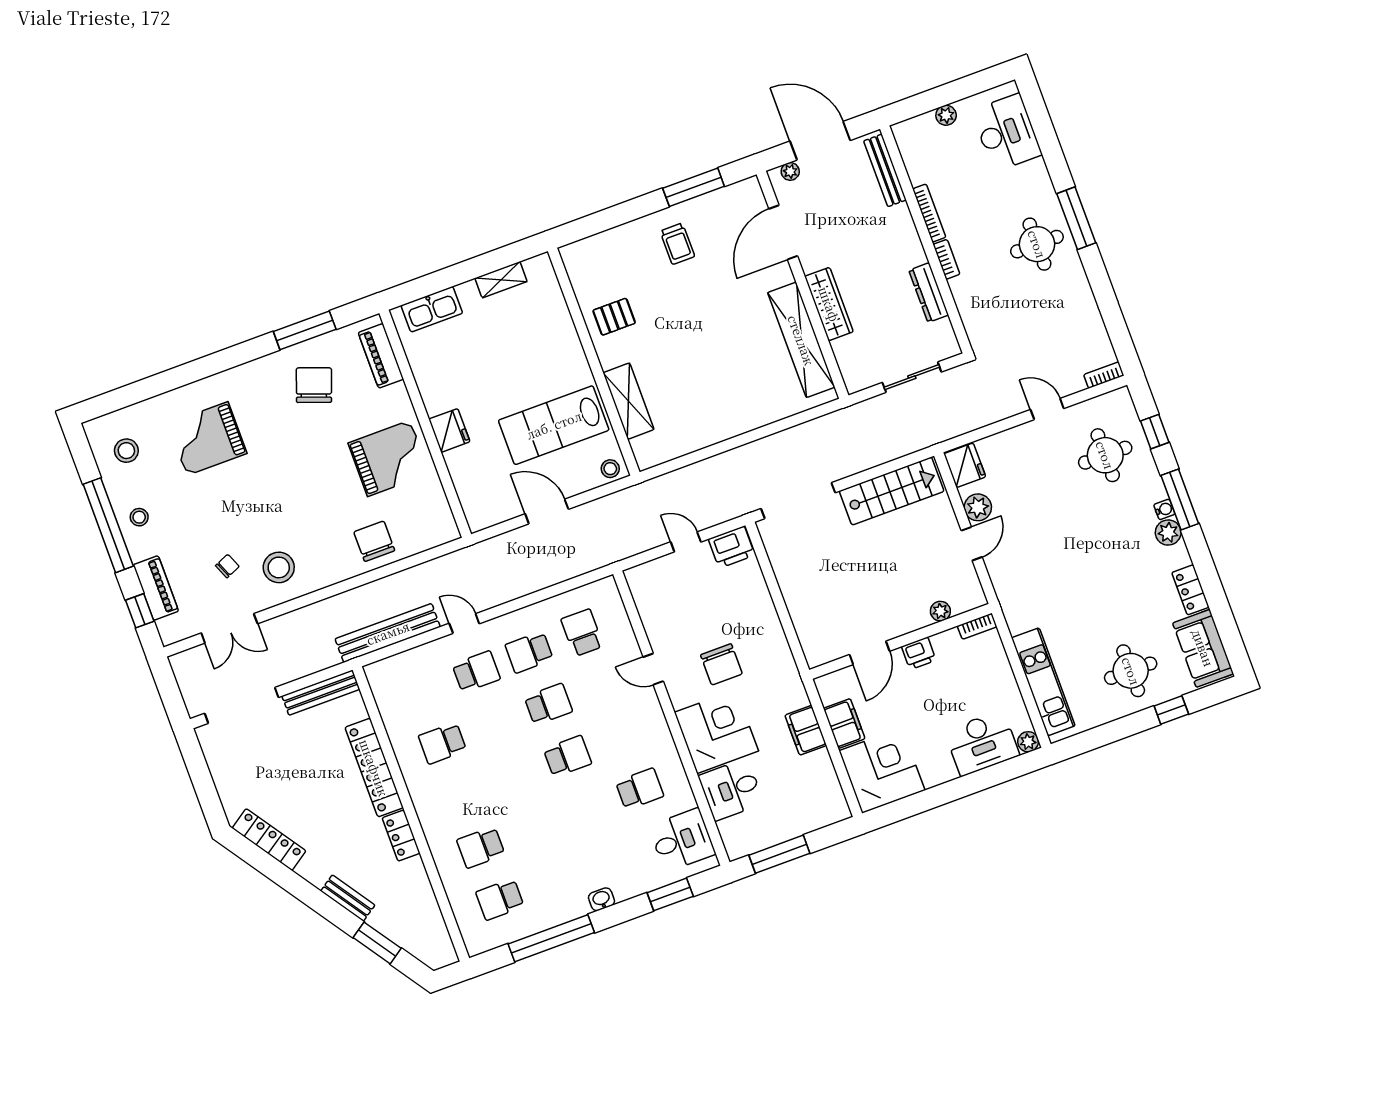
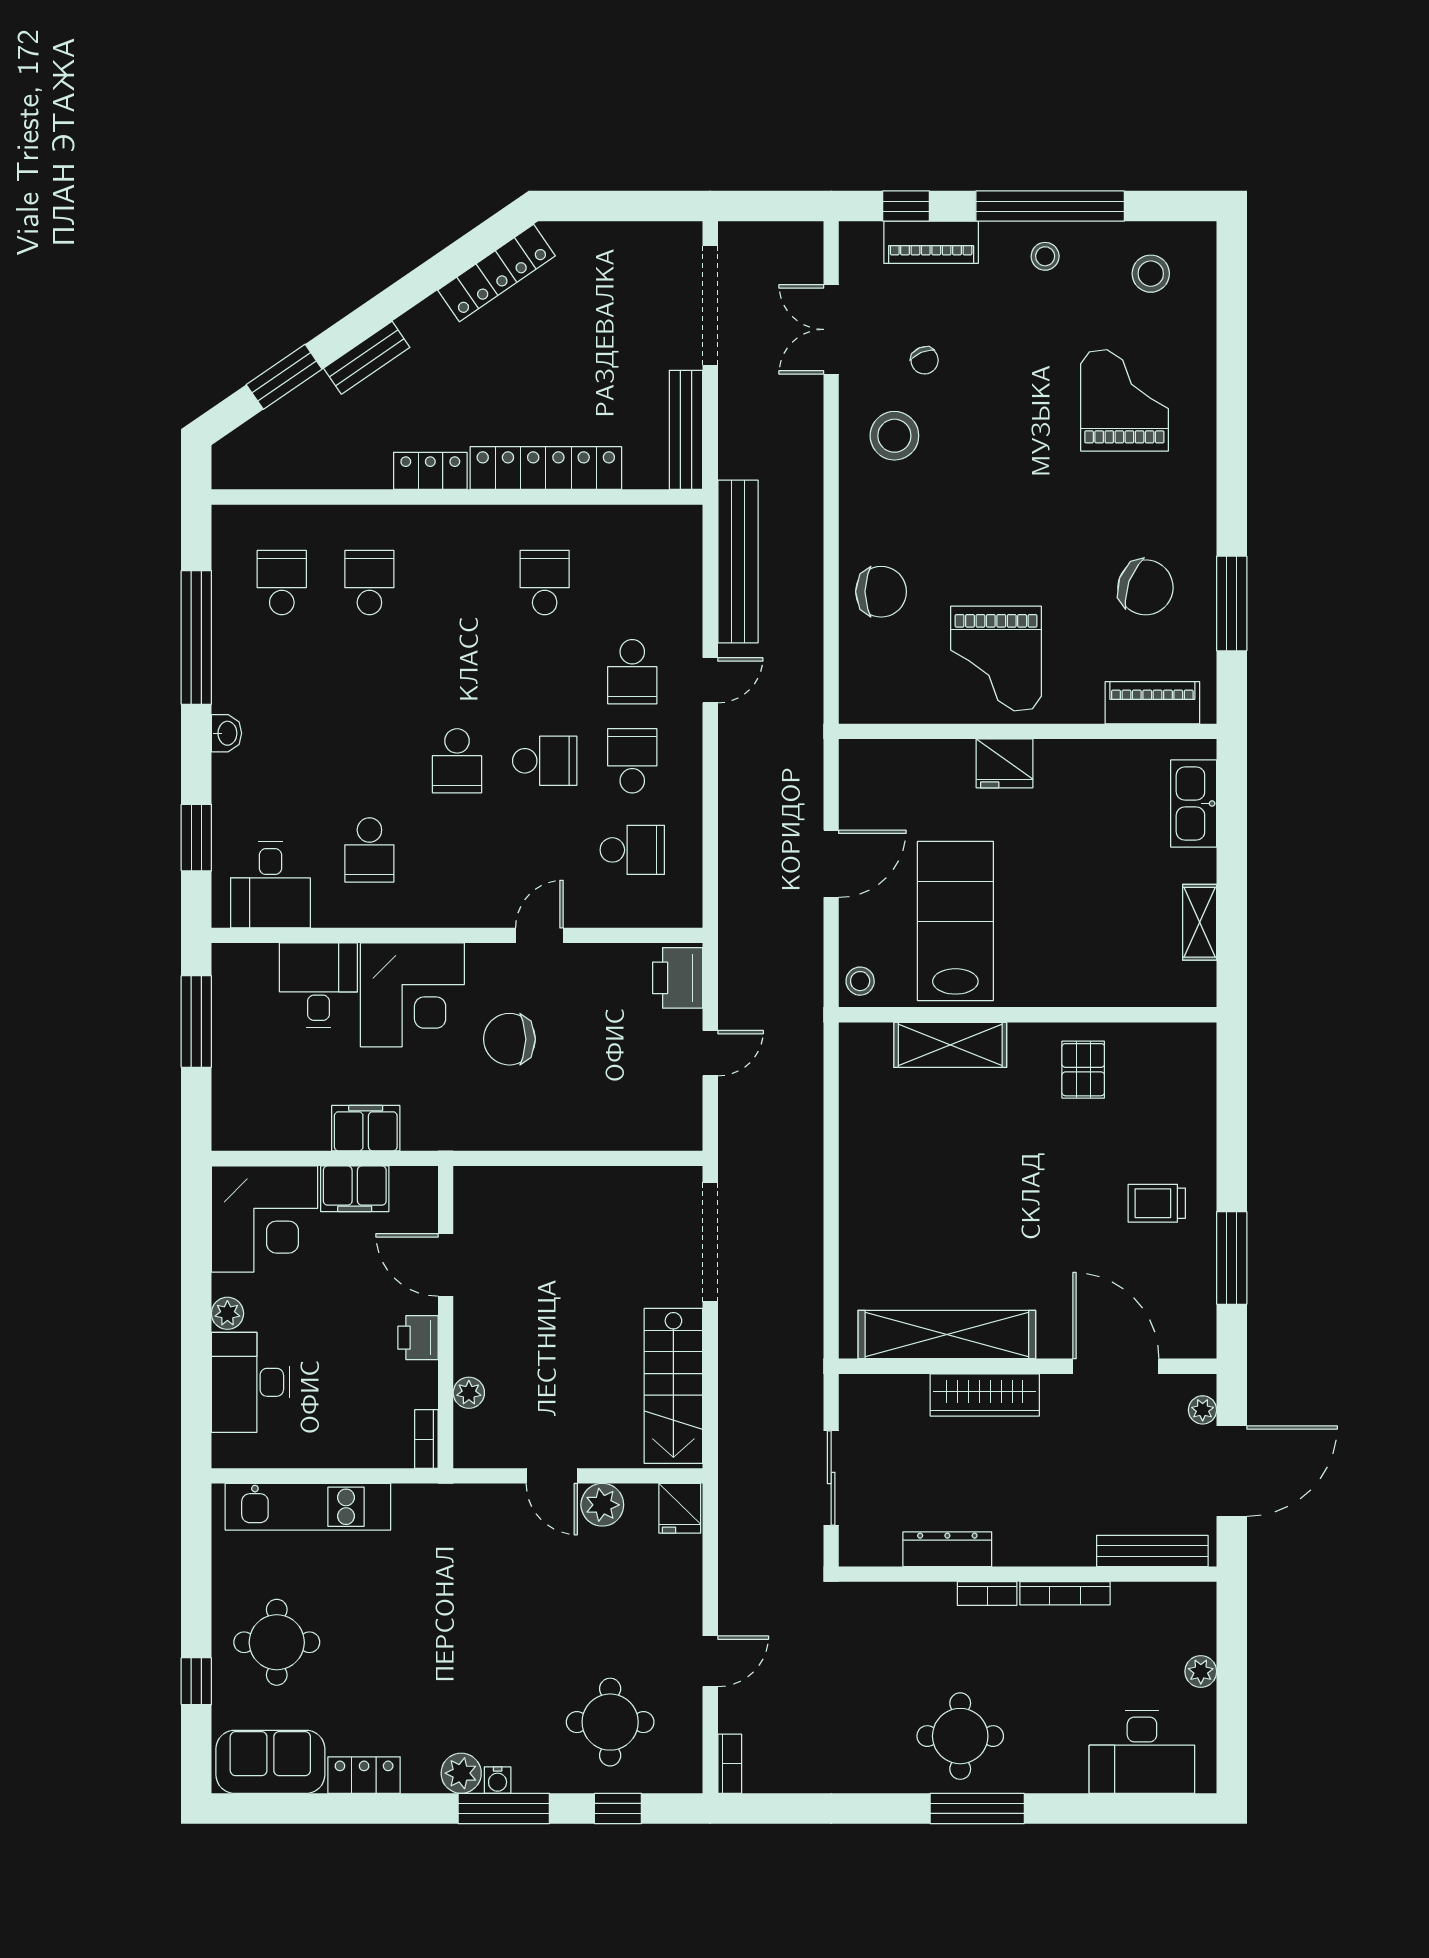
fridge: (965, 465) -> (680, 1508), width x0.72
printer: (732, 547) -> (678, 978), moved
school desk: (548, 704) -> (545, 761), turned -90
plant: (1028, 742) -> (227, 1313), moved

